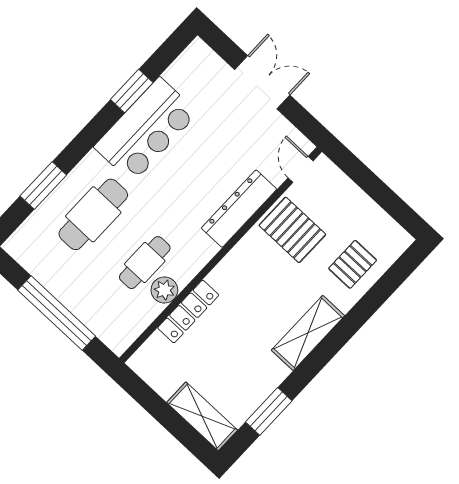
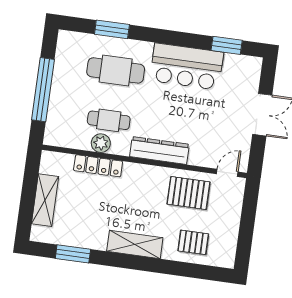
window: (132, 91) -> (227, 45), moved
dresser: (239, 209) -> (159, 150), moved
pallet: (292, 230) -> (189, 193), turned 90
shelving: (202, 416) -> (45, 200), moved

